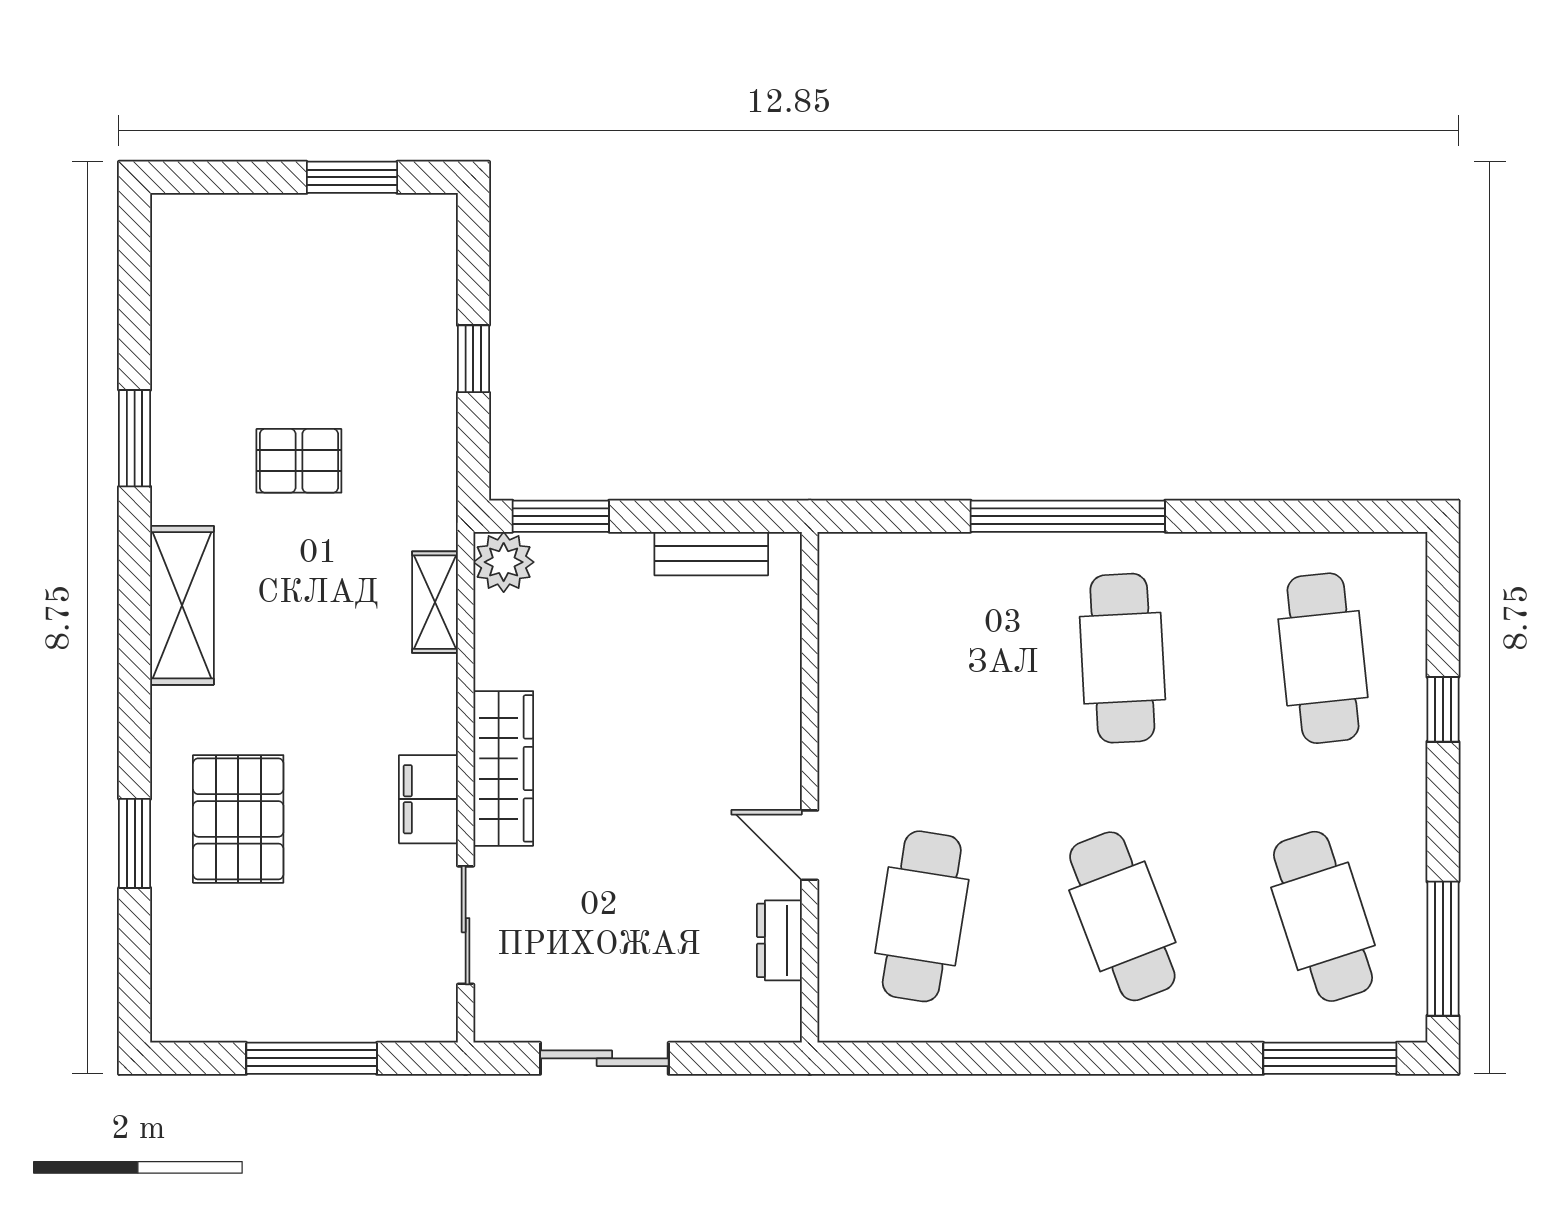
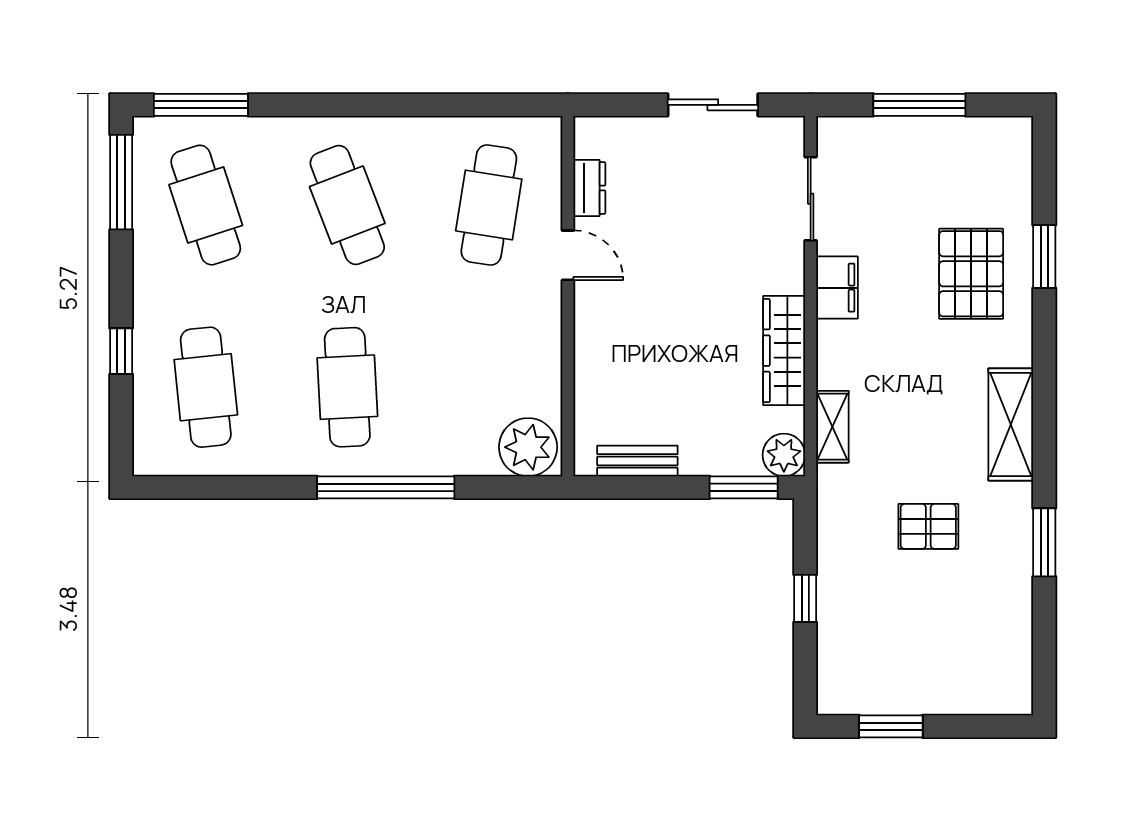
plant: (866, 573) -> (528, 447), added
wardrobe: (503, 768) -> (784, 351), moved

